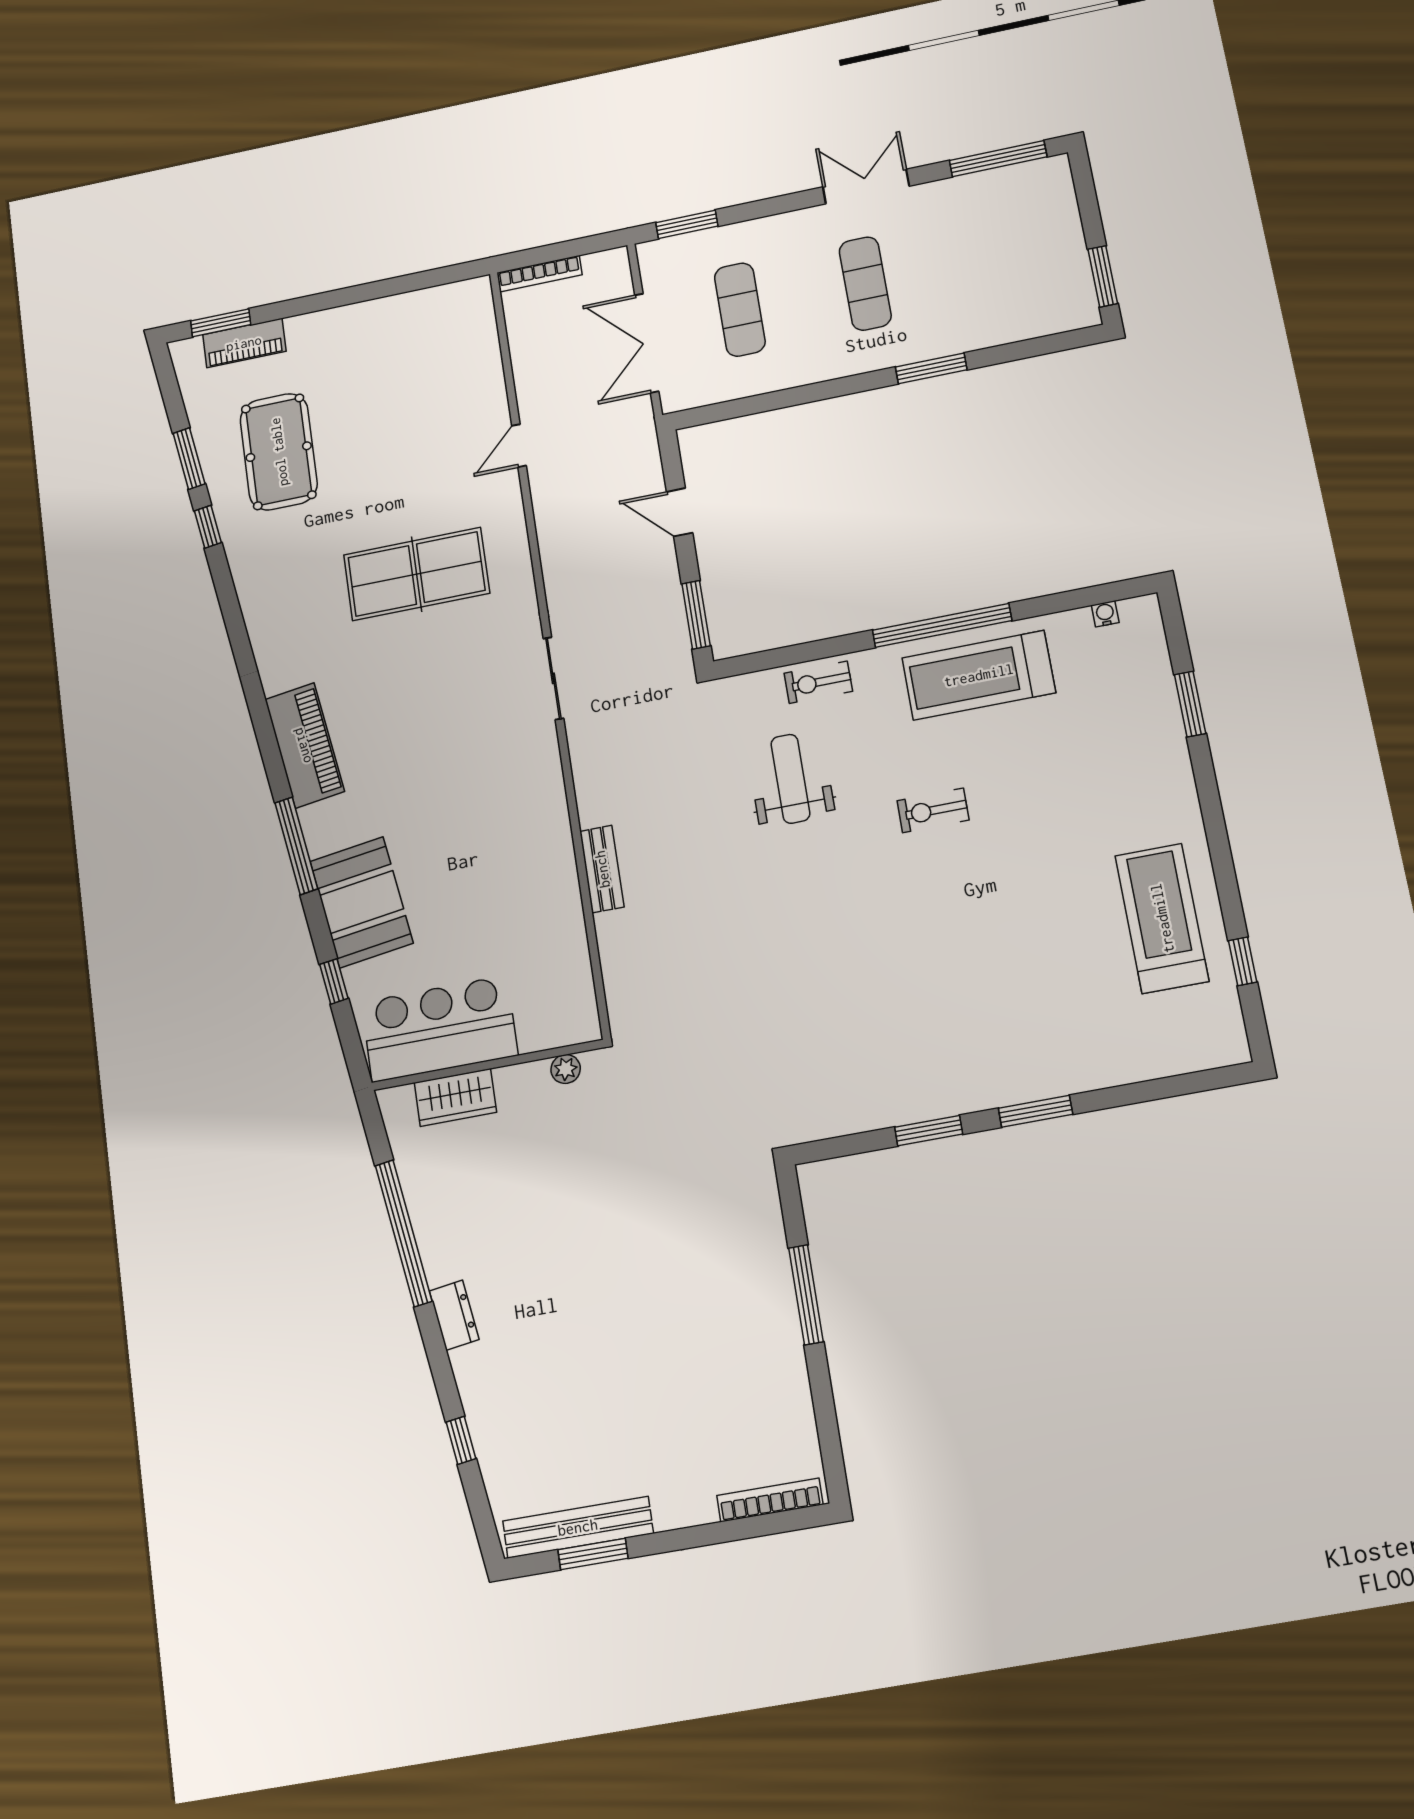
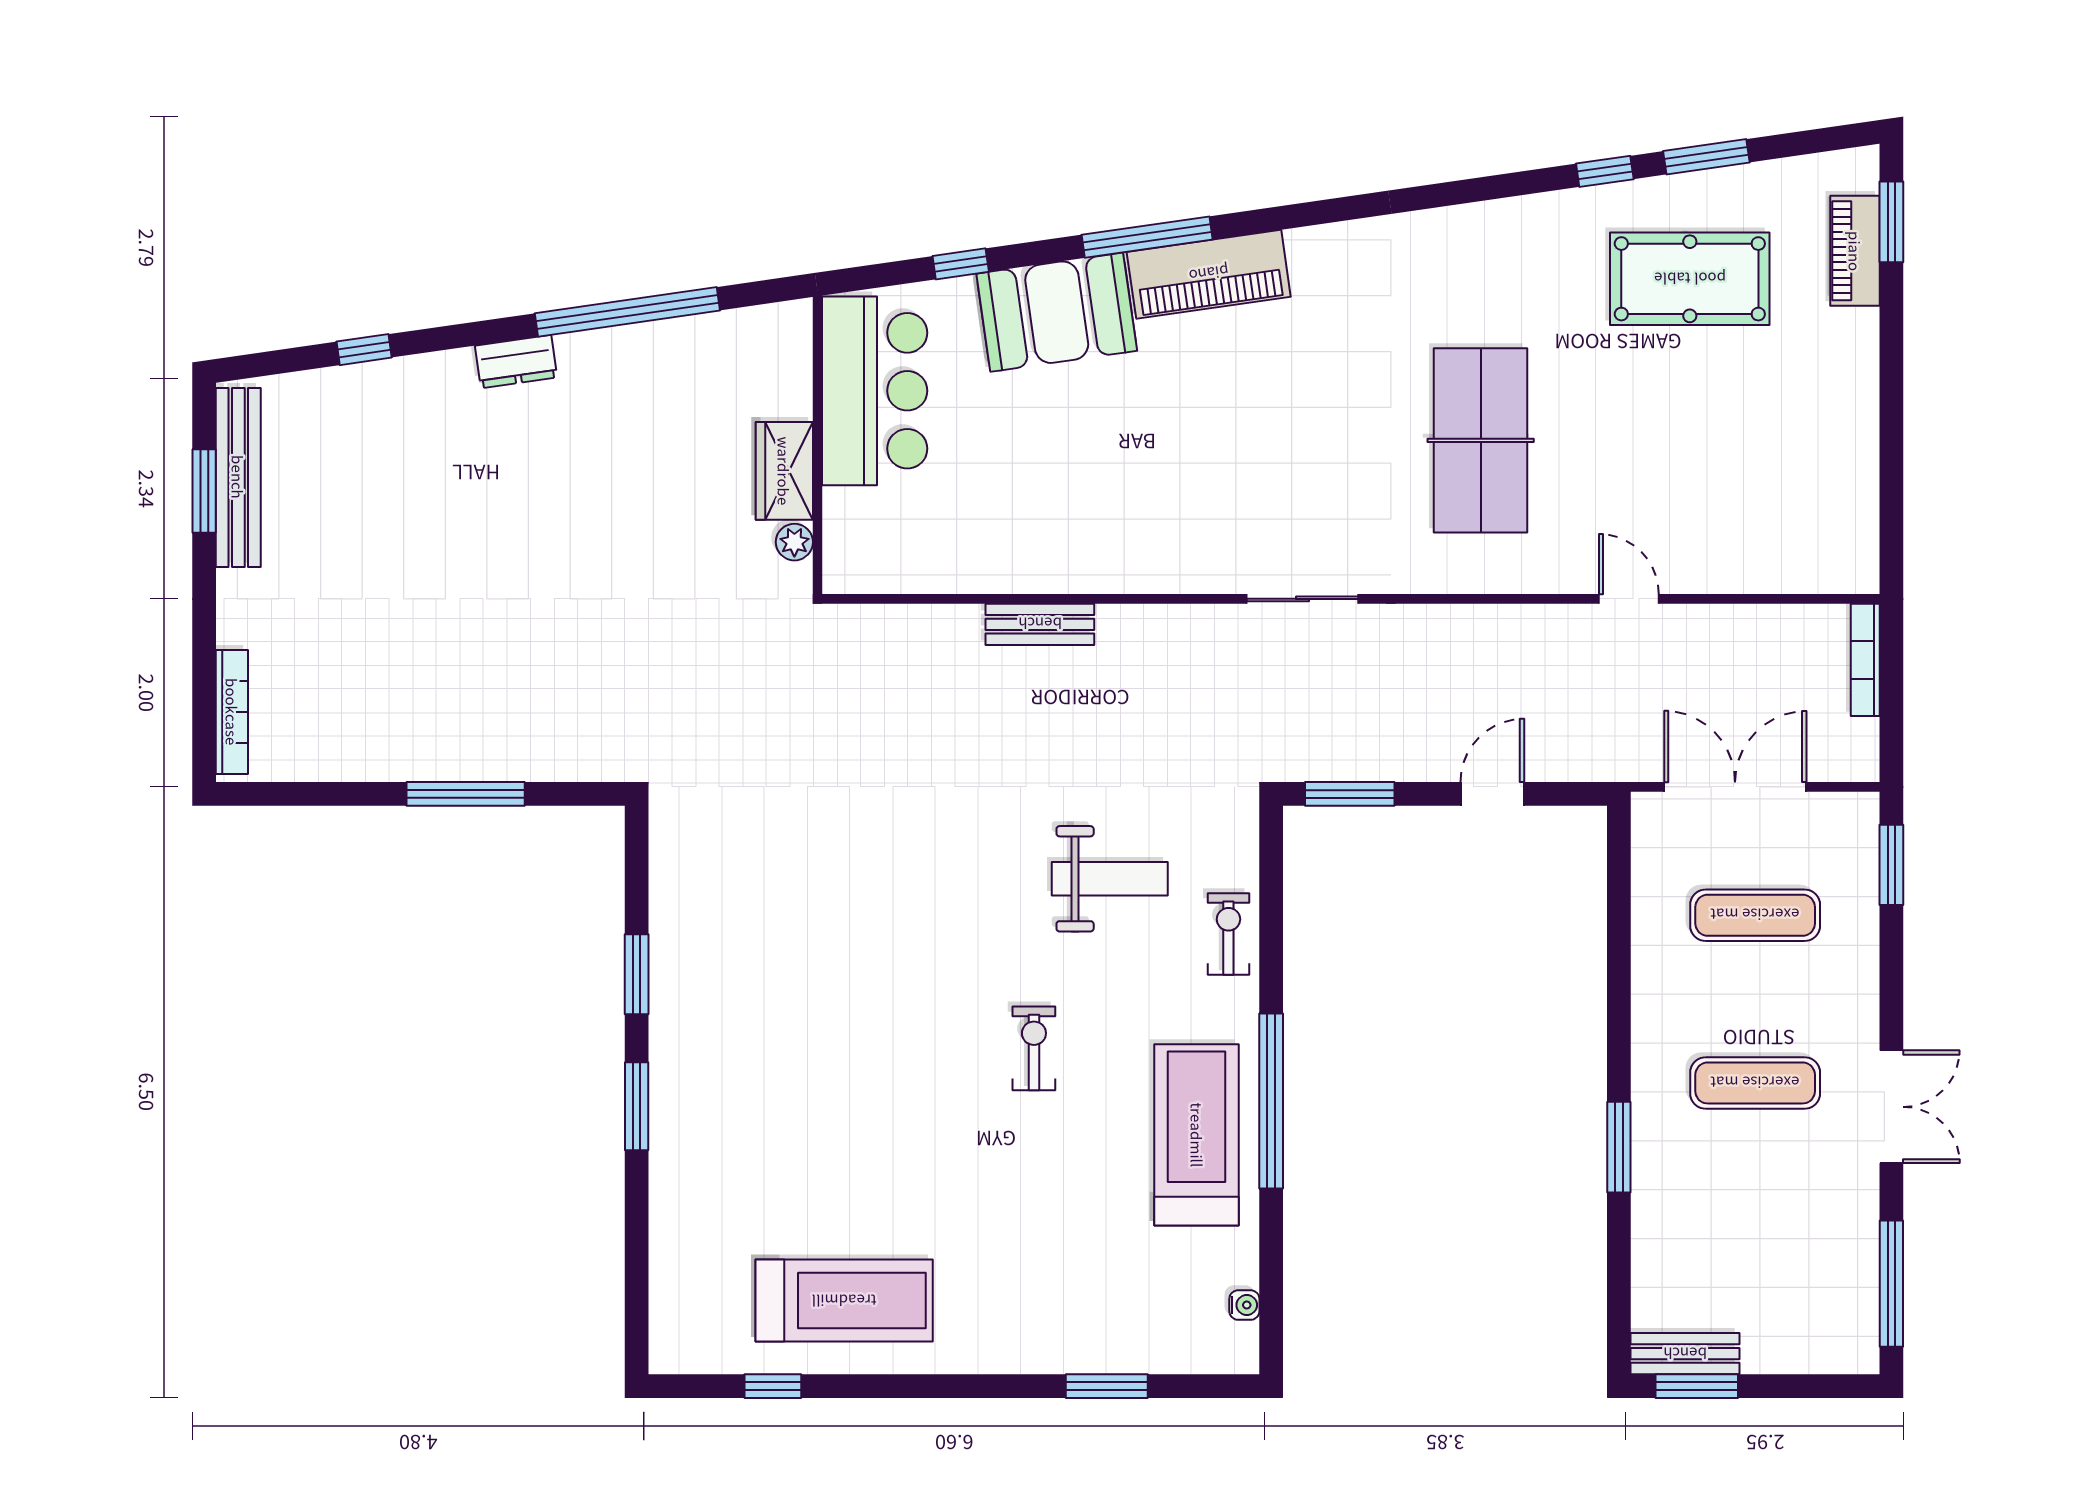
bench: (1079, 290) -> (1685, 1354), added
piano: (305, 745) -> (1209, 274), moved
wardrobe: (455, 1097) -> (784, 471), moved

